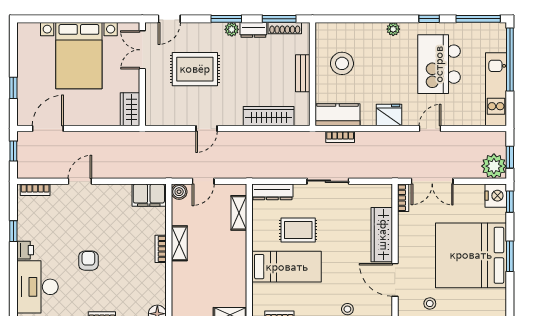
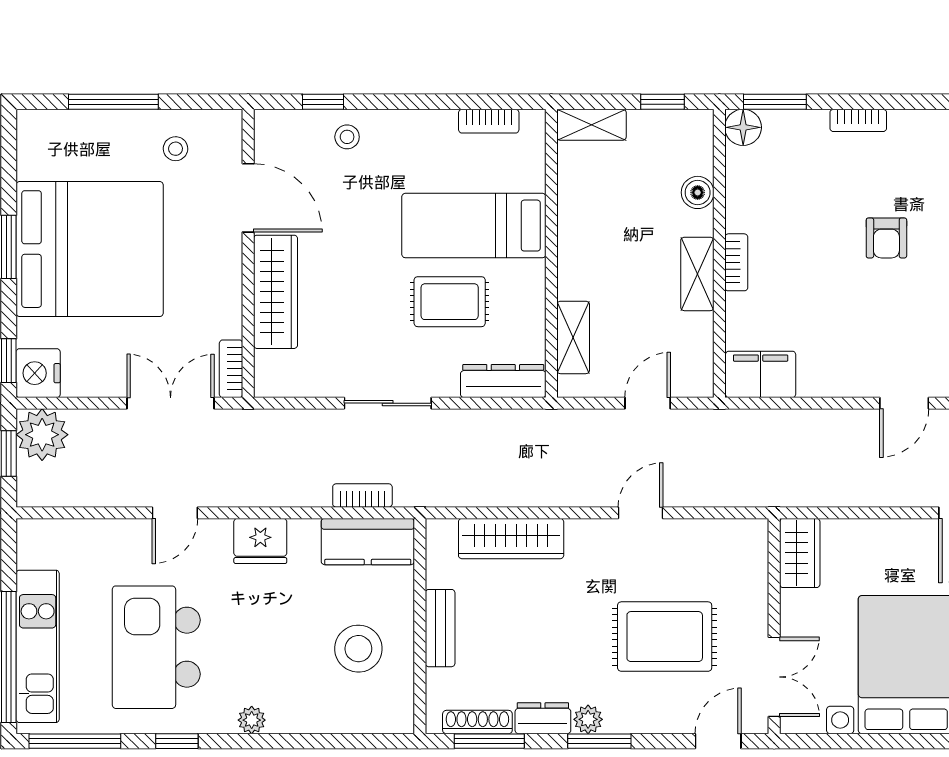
kitchen island: (439, 64) -> (156, 647), turned 180
kitchen unit: (496, 89) -> (38, 646), moved
boiler: (179, 192) -> (698, 192), moved

